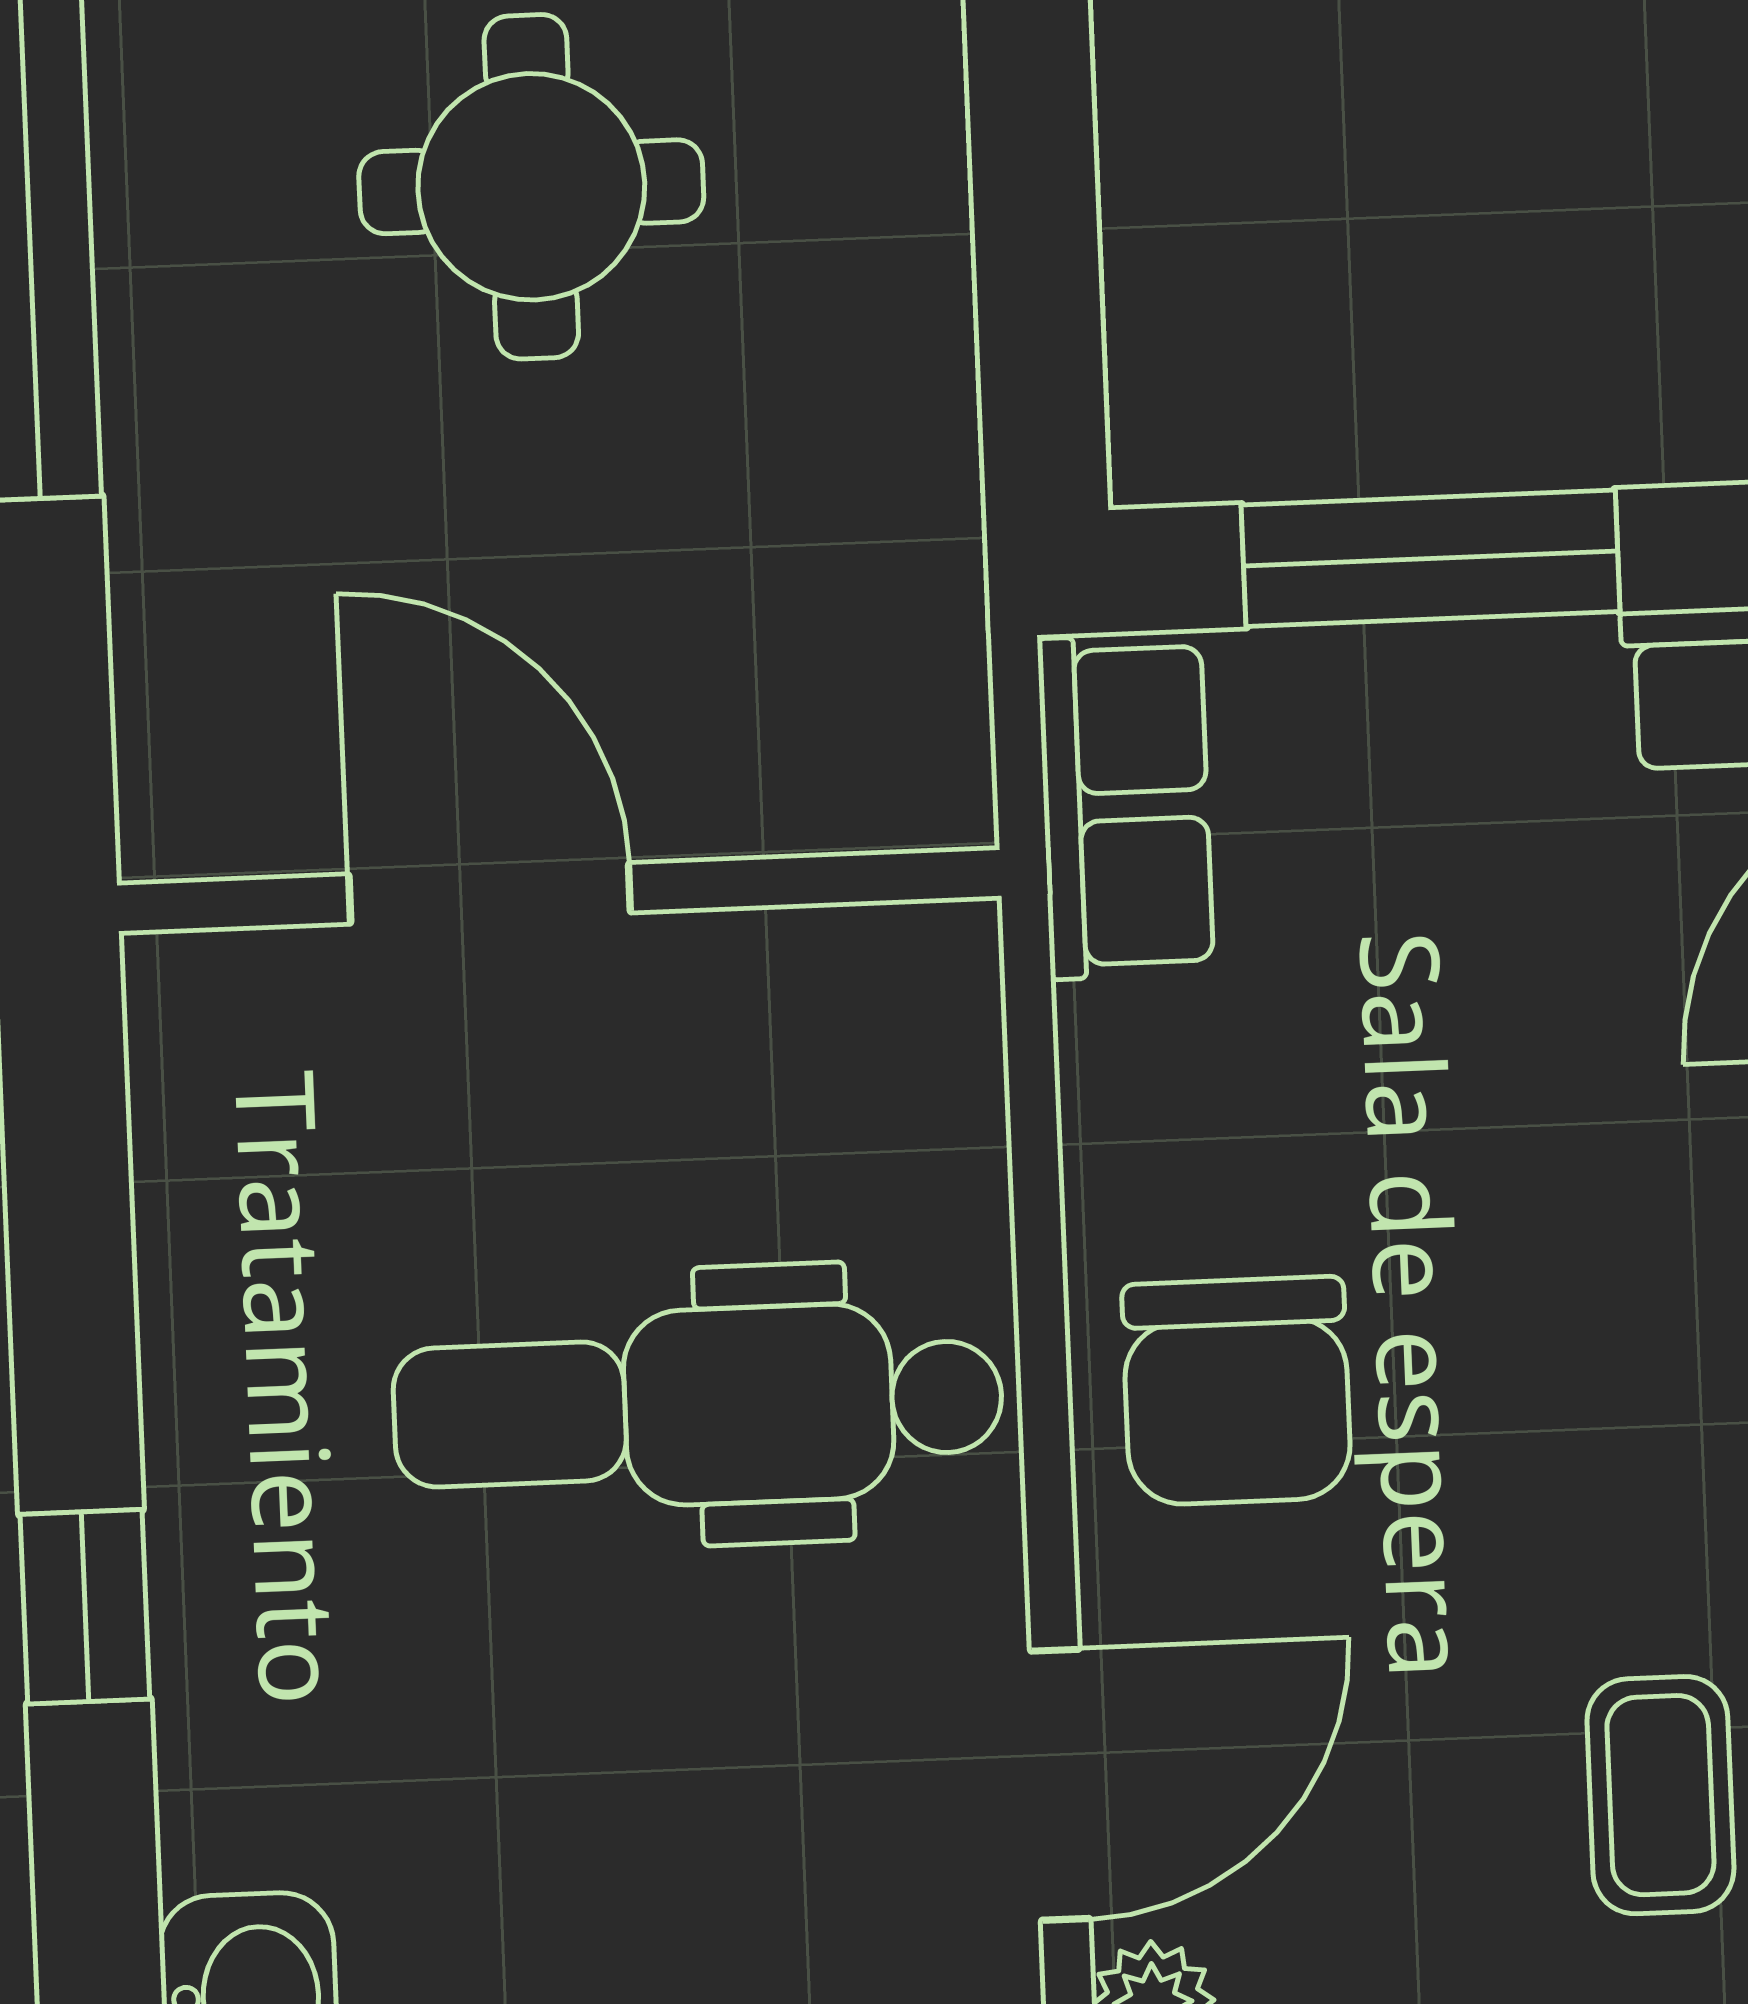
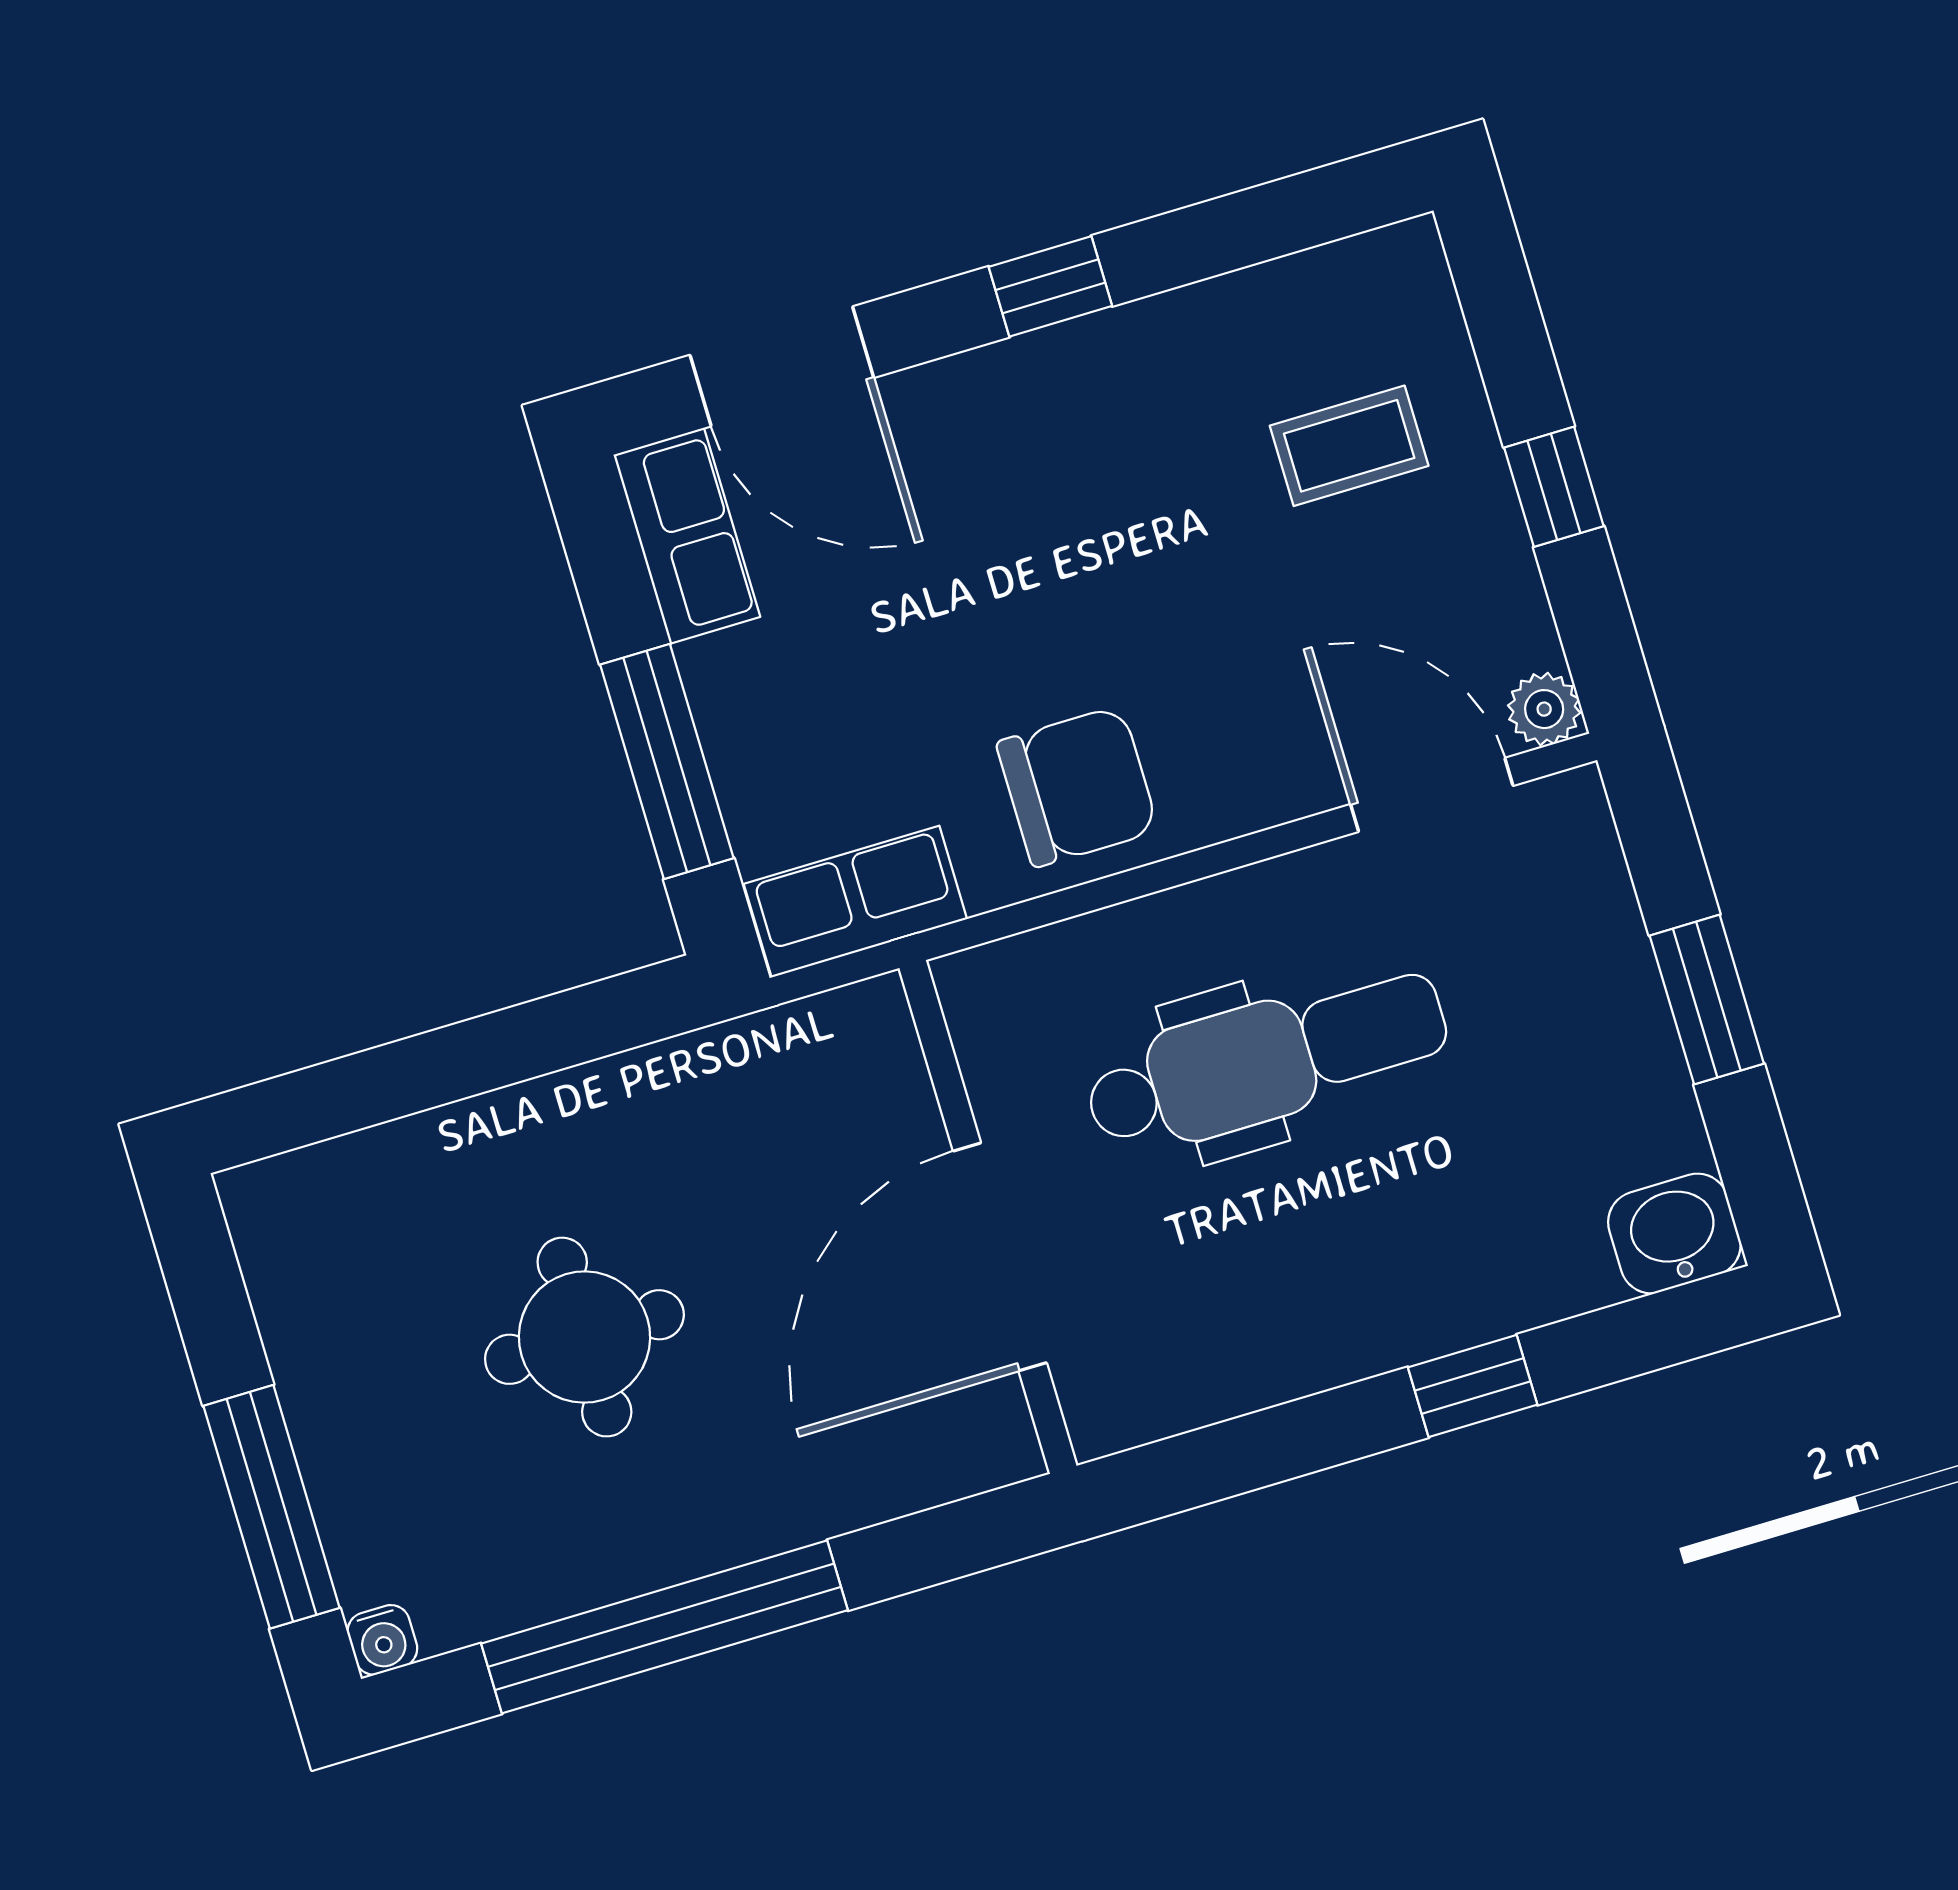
door: (490, 893) -> (1000, 1257), width x1.36
chair: (1237, 1391) -> (1077, 787), moved
dental chair: (698, 1407) -> (1266, 1060), turned -90

